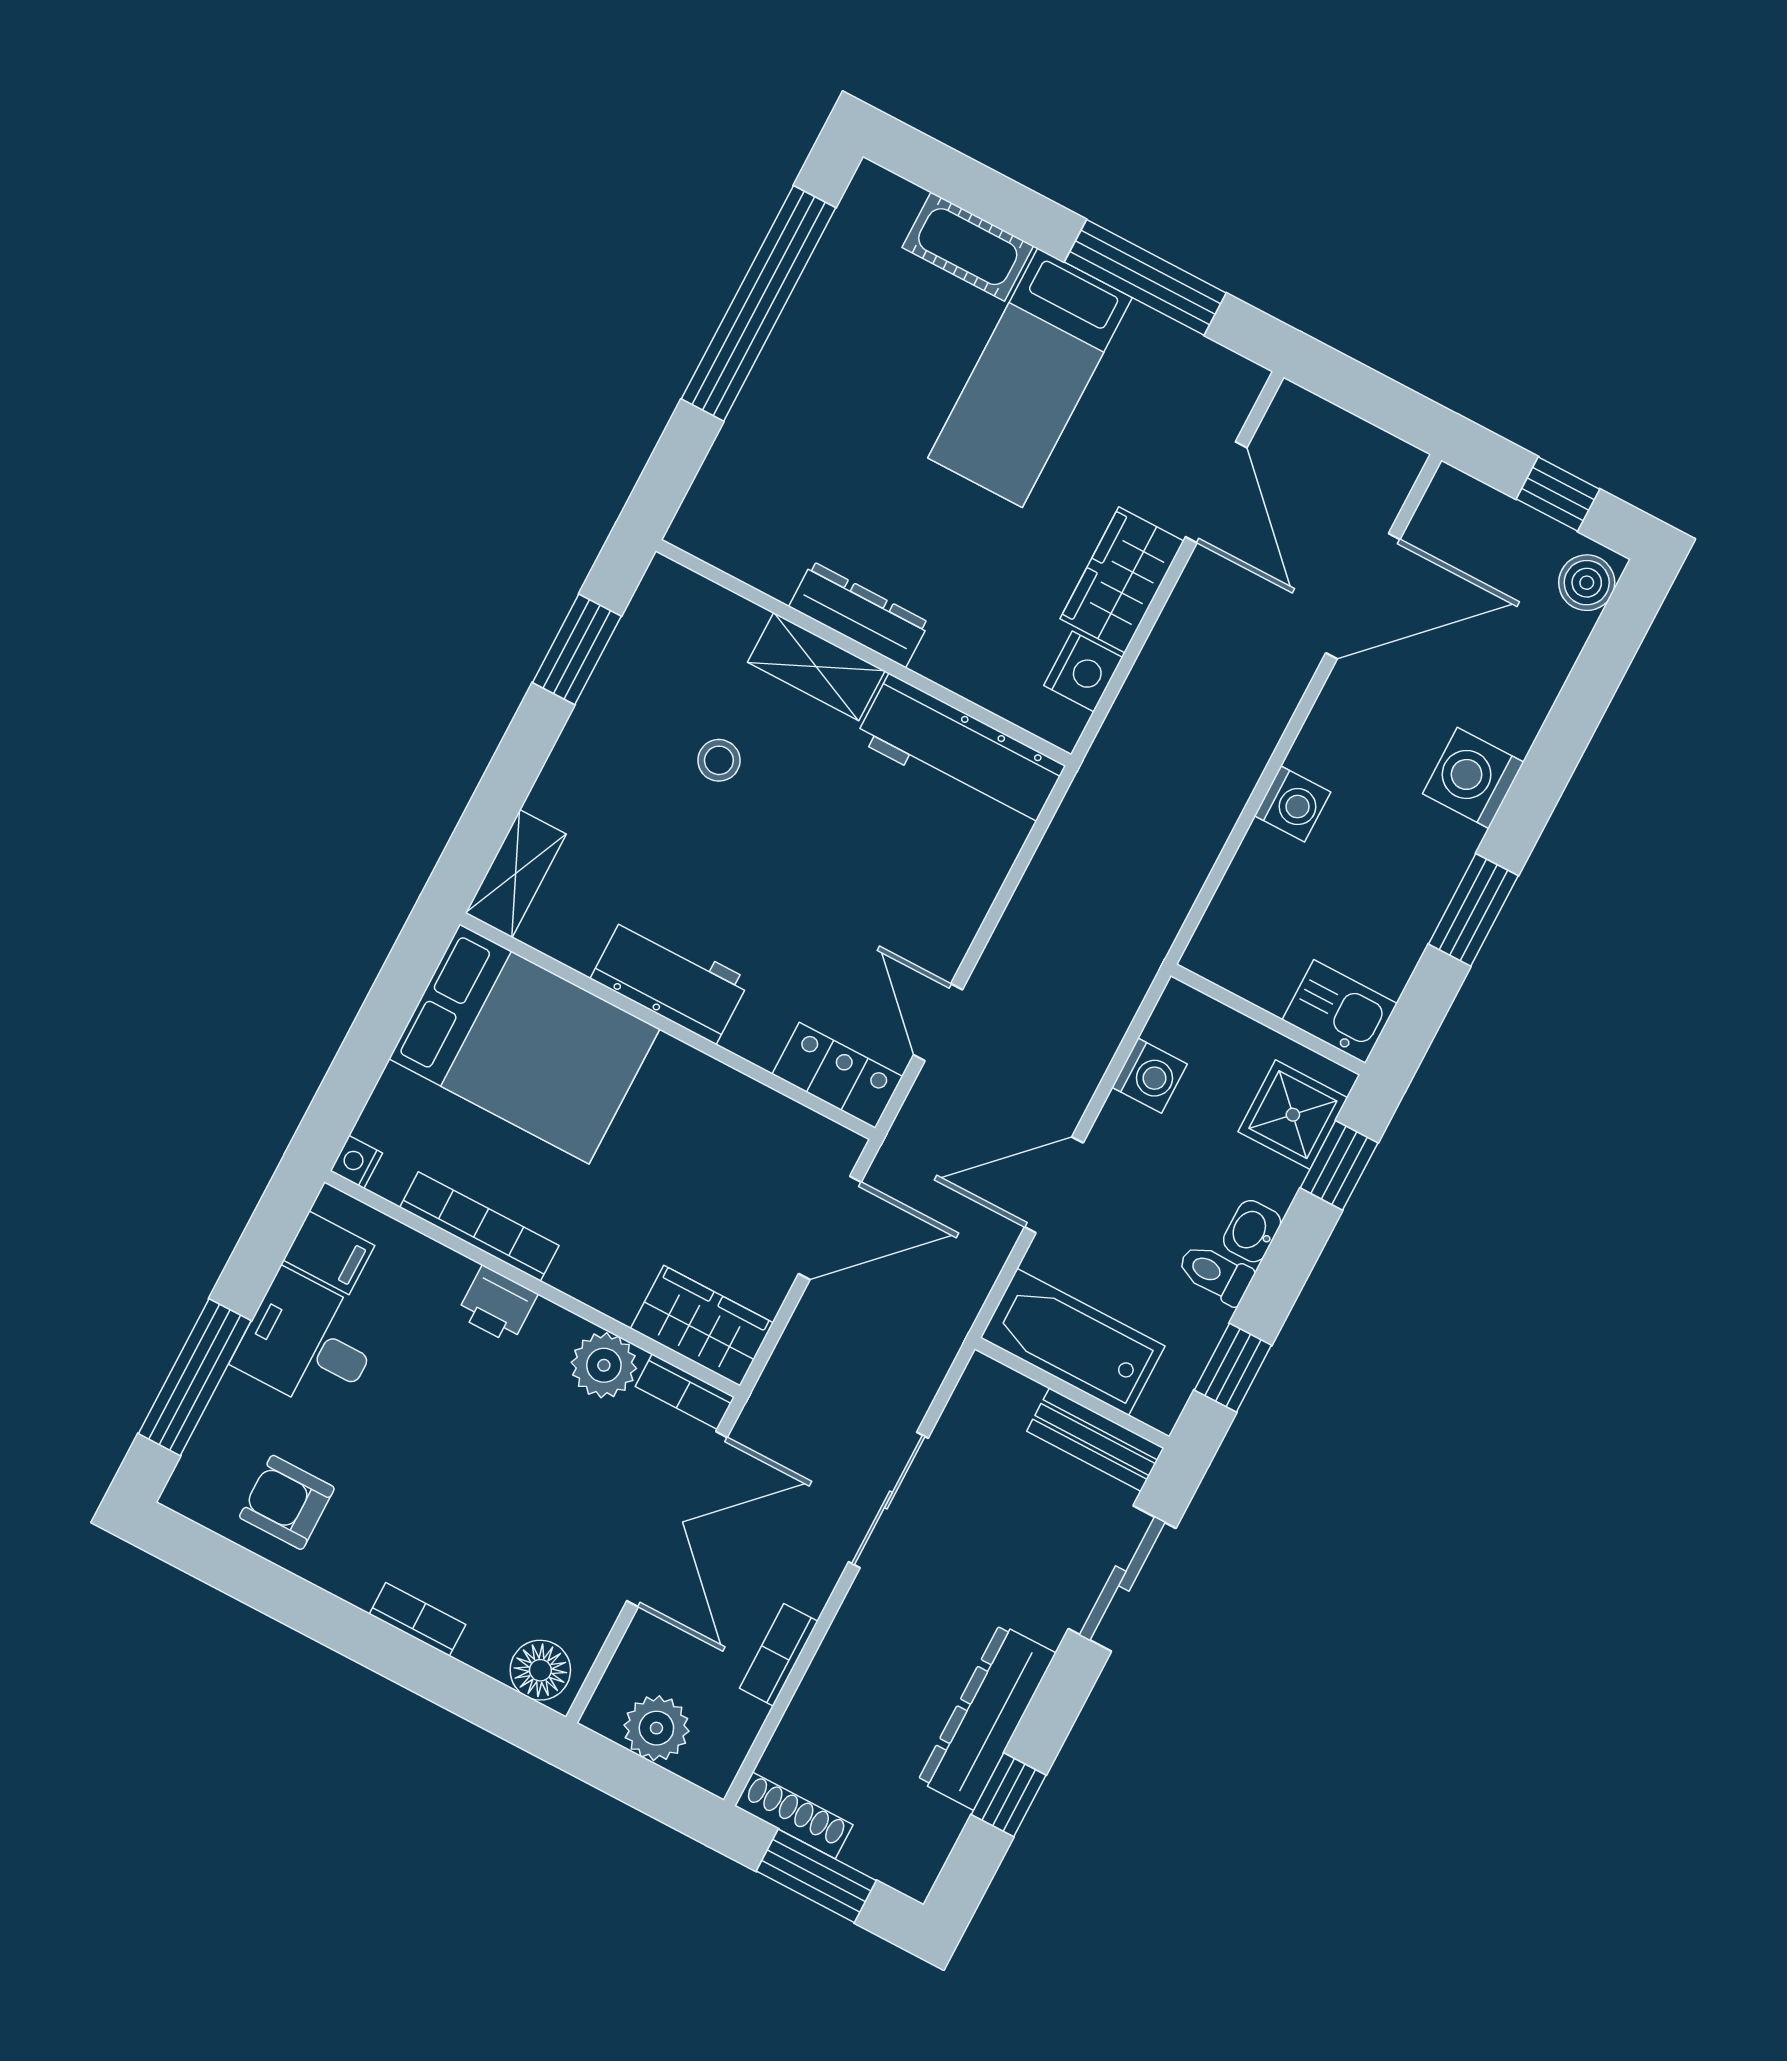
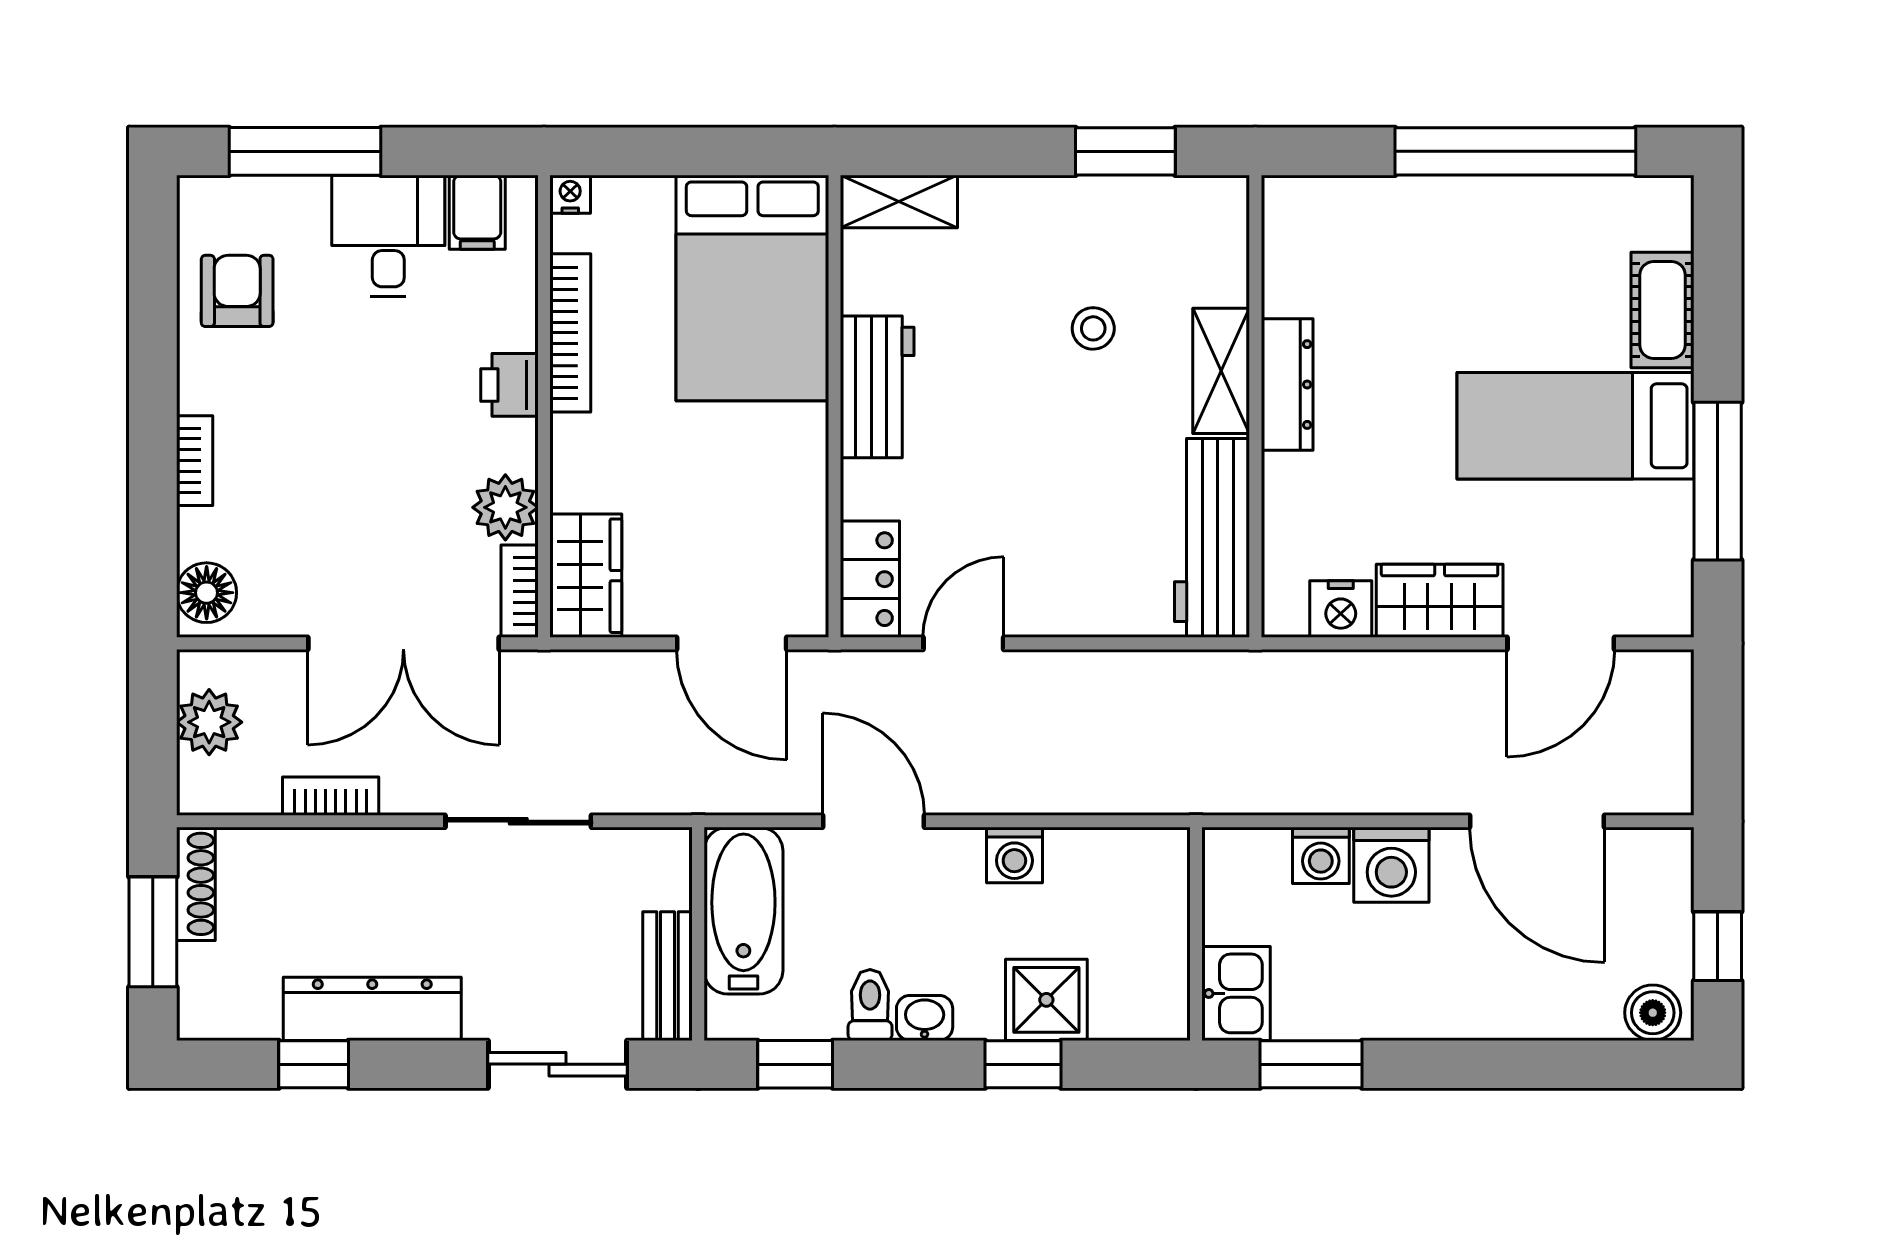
washing machine: (1473, 778) -> (1391, 865), moved, turned 180
kitchen sink: (1340, 1012) -> (1236, 993), moved
wall: (1268, 1019) -> (1196, 934), moved

